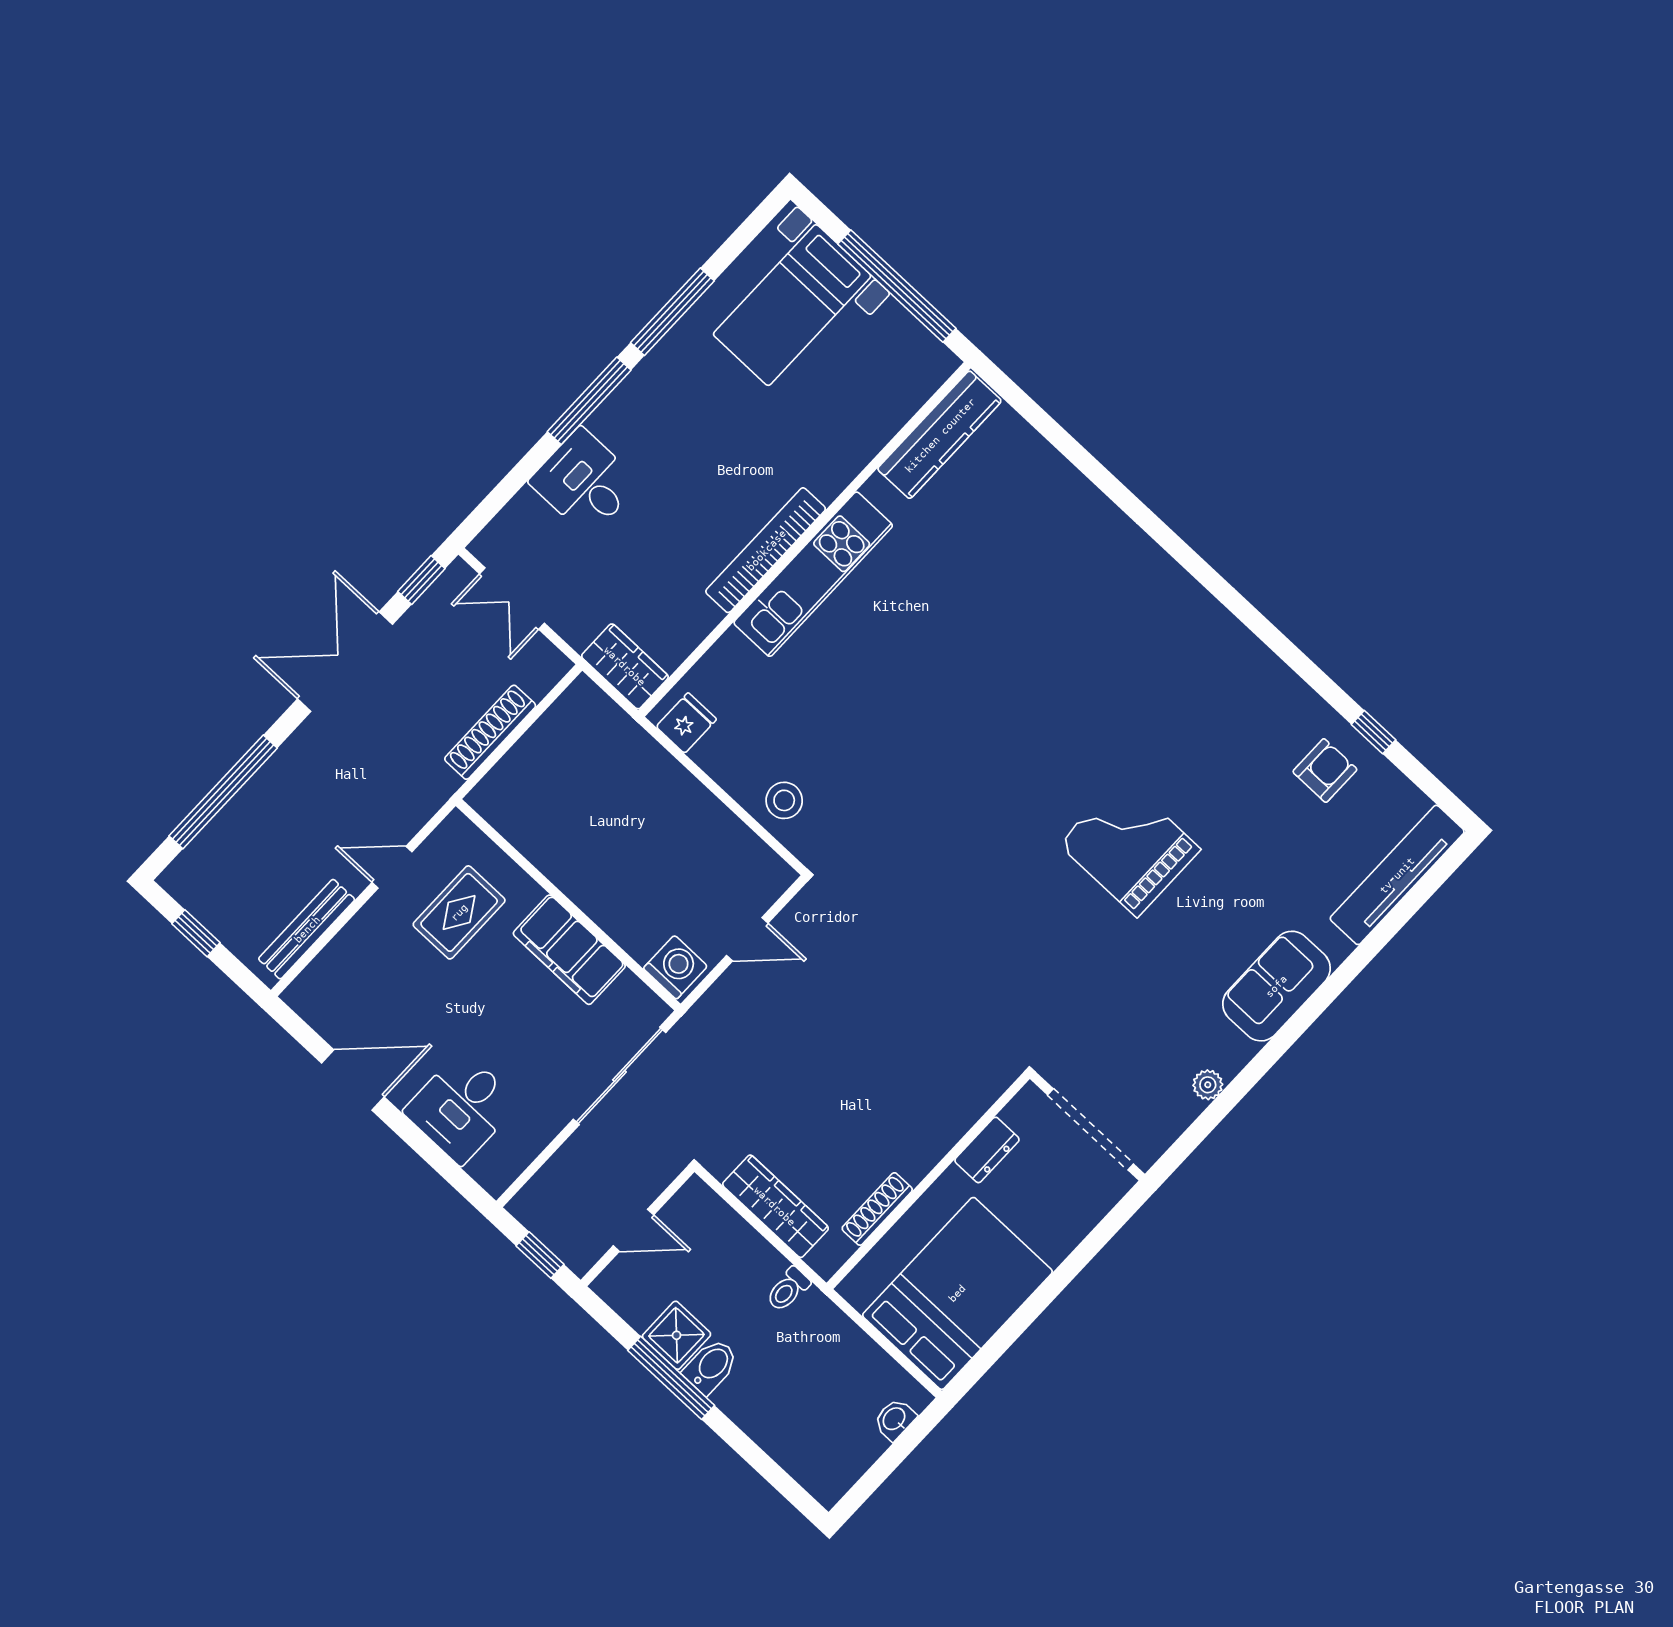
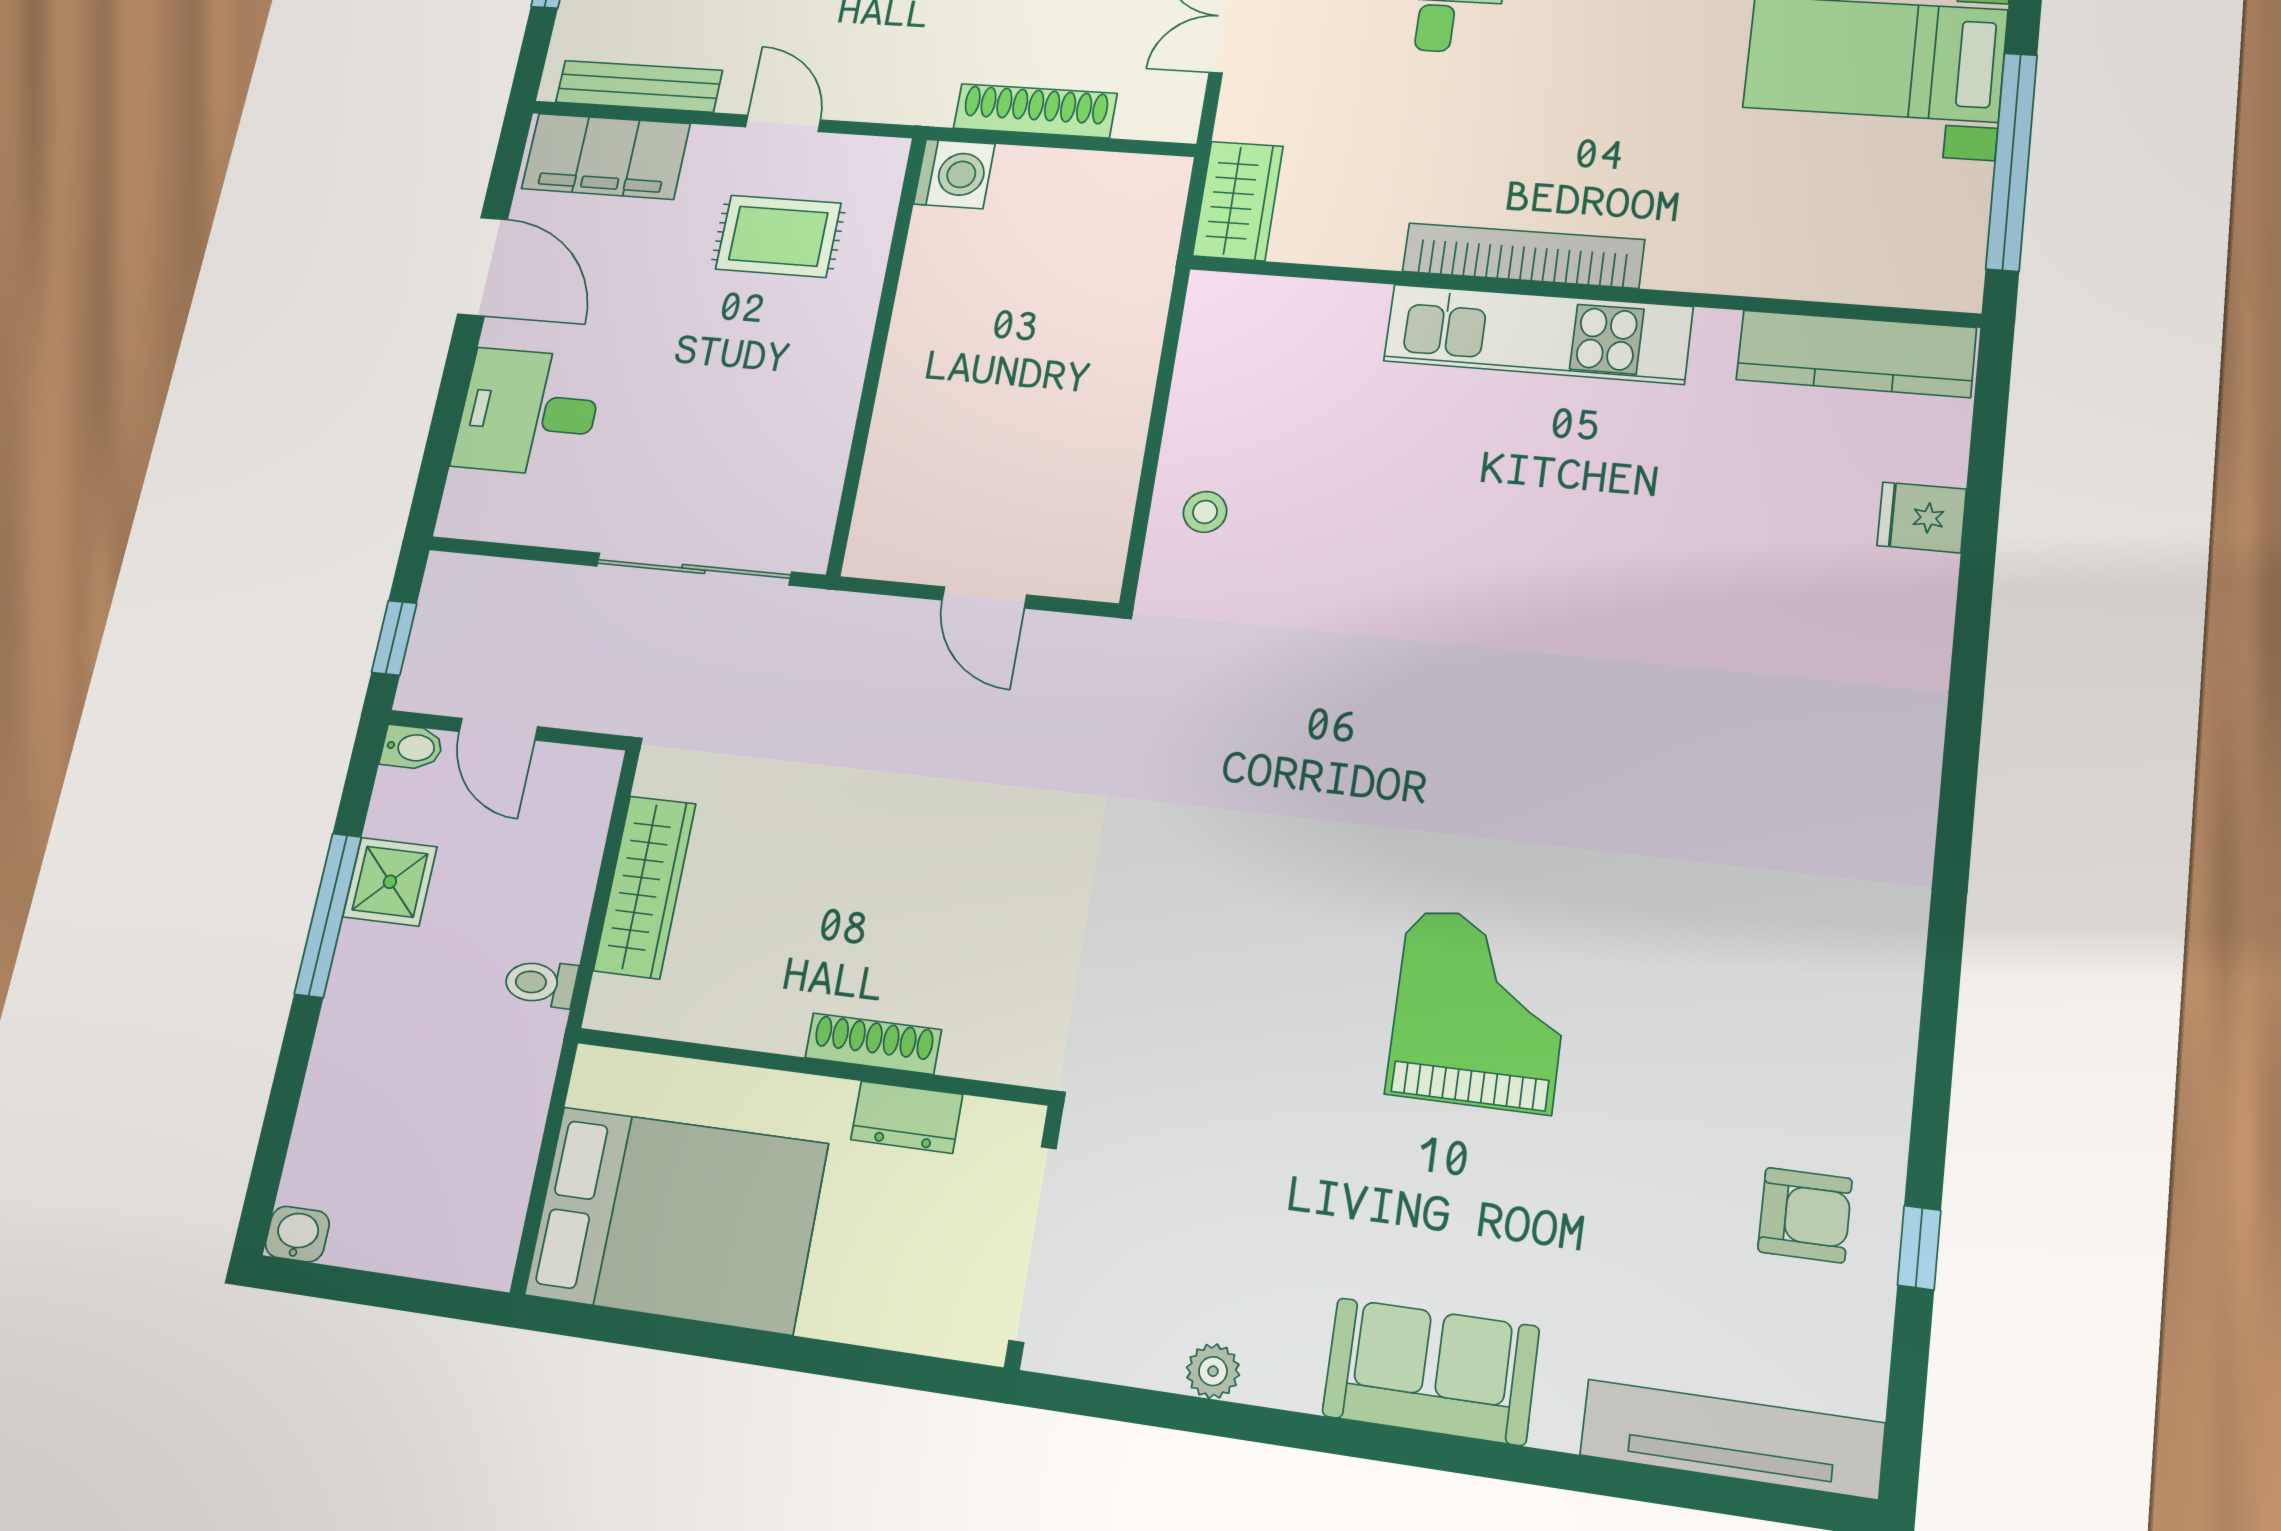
fridge: (686, 723) -> (1922, 517), moved, turned 180
stool: (784, 800) -> (1205, 512), width x0.73, depth x0.73
filing cabinet: (569, 950) -> (606, 156), moved, turned -90
washing machine: (675, 967) -> (954, 174), moved
shoe rack: (877, 1209) -> (873, 1044), moved
bidet: (711, 1366) -> (412, 747), moved, width x0.72, depth x0.74
washbasin: (895, 1419) -> (297, 1234), moved

